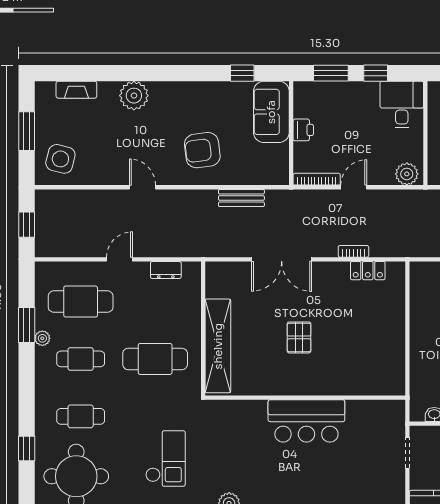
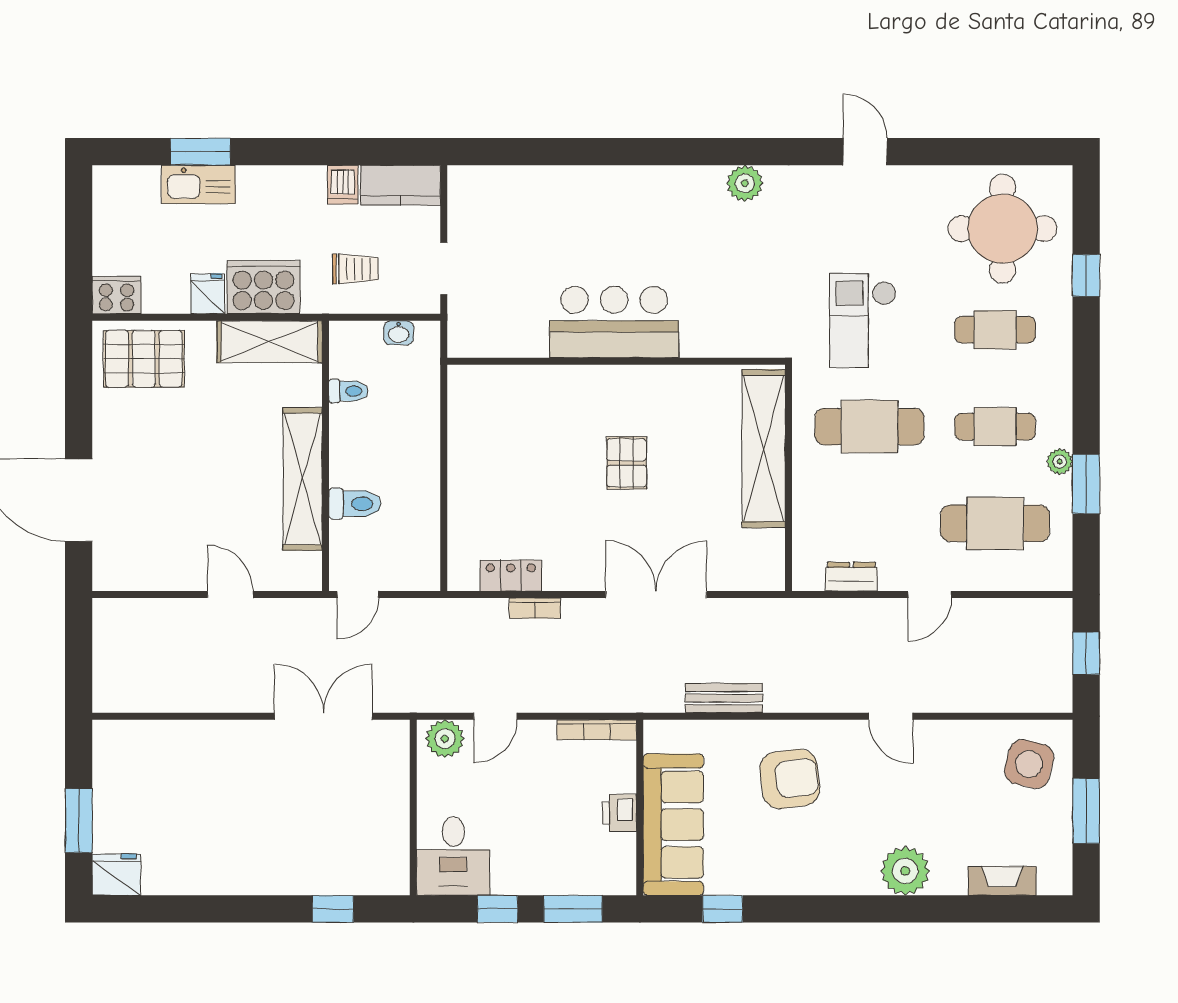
sofa: (271, 112) -> (673, 825), width x1.36
door: (354, 187) -> (495, 716), moved
checkout: (165, 459) -> (863, 321), moved

